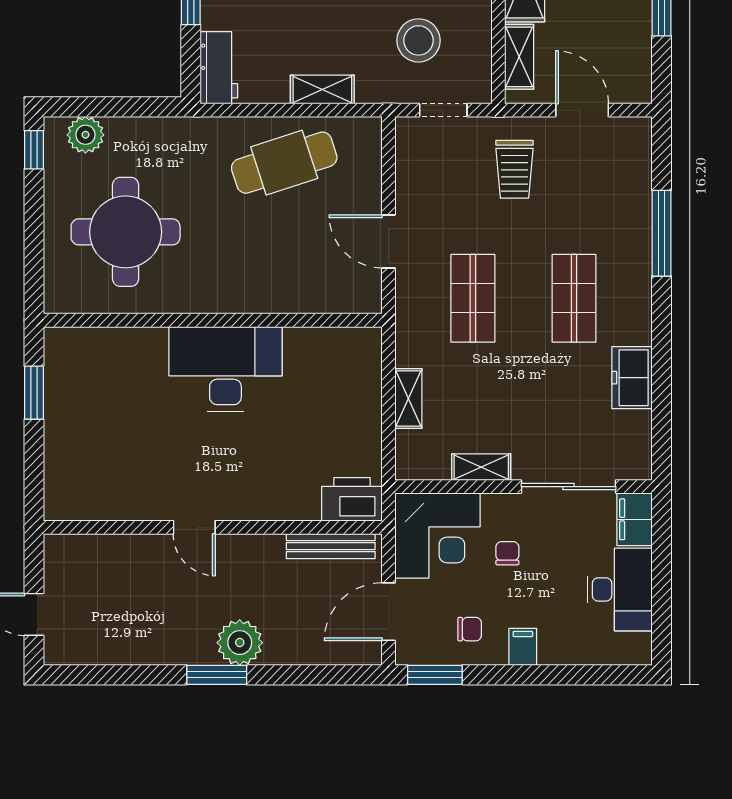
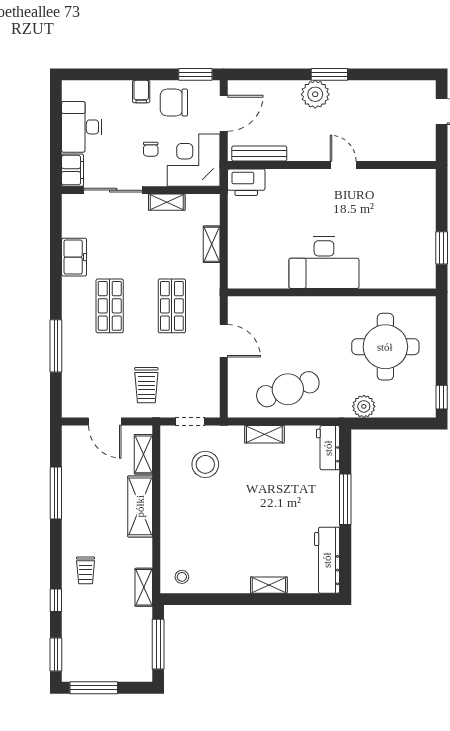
plant: (85, 135) -> (364, 406), moved
trolley: (515, 169) -> (146, 385), turned 180
chair: (470, 629) -> (174, 103), width x1.87, depth x1.87

